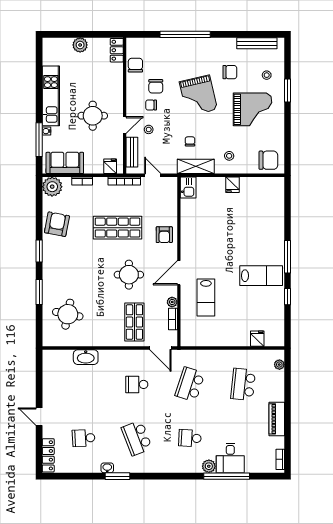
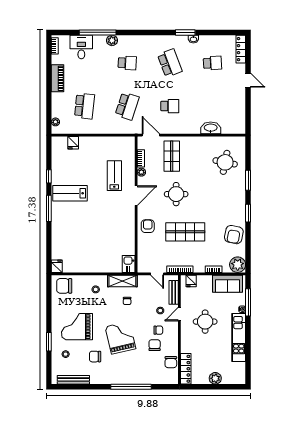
locker: (117, 50) -> (186, 369), width x1.53
fridge: (232, 185) -> (57, 266), moved
desk: (230, 458) -> (81, 47), moved

